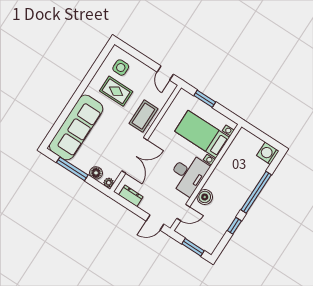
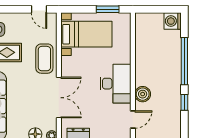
window: (205, 99) -> (108, 9), moved
bed with nightstands: (202, 134) -> (86, 34), moved, turned 180

